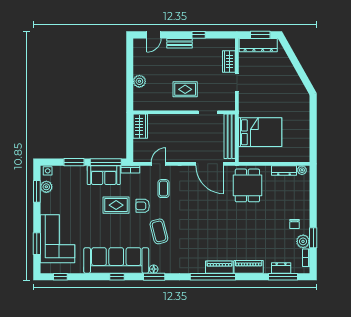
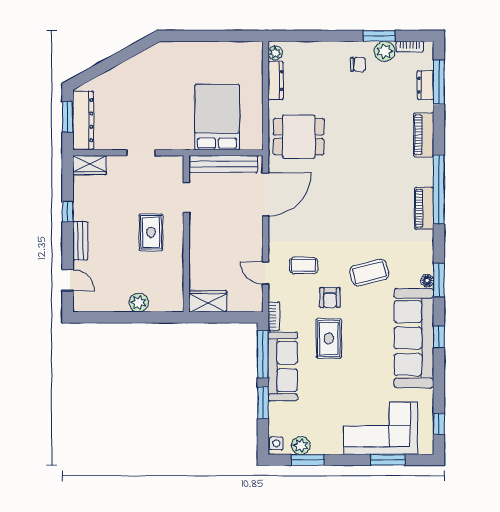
wardrobe: (229, 62) -> (89, 165), moved
sofa: (104, 175) -> (283, 366), width x1.36
piano: (219, 267) -> (424, 208), moved

